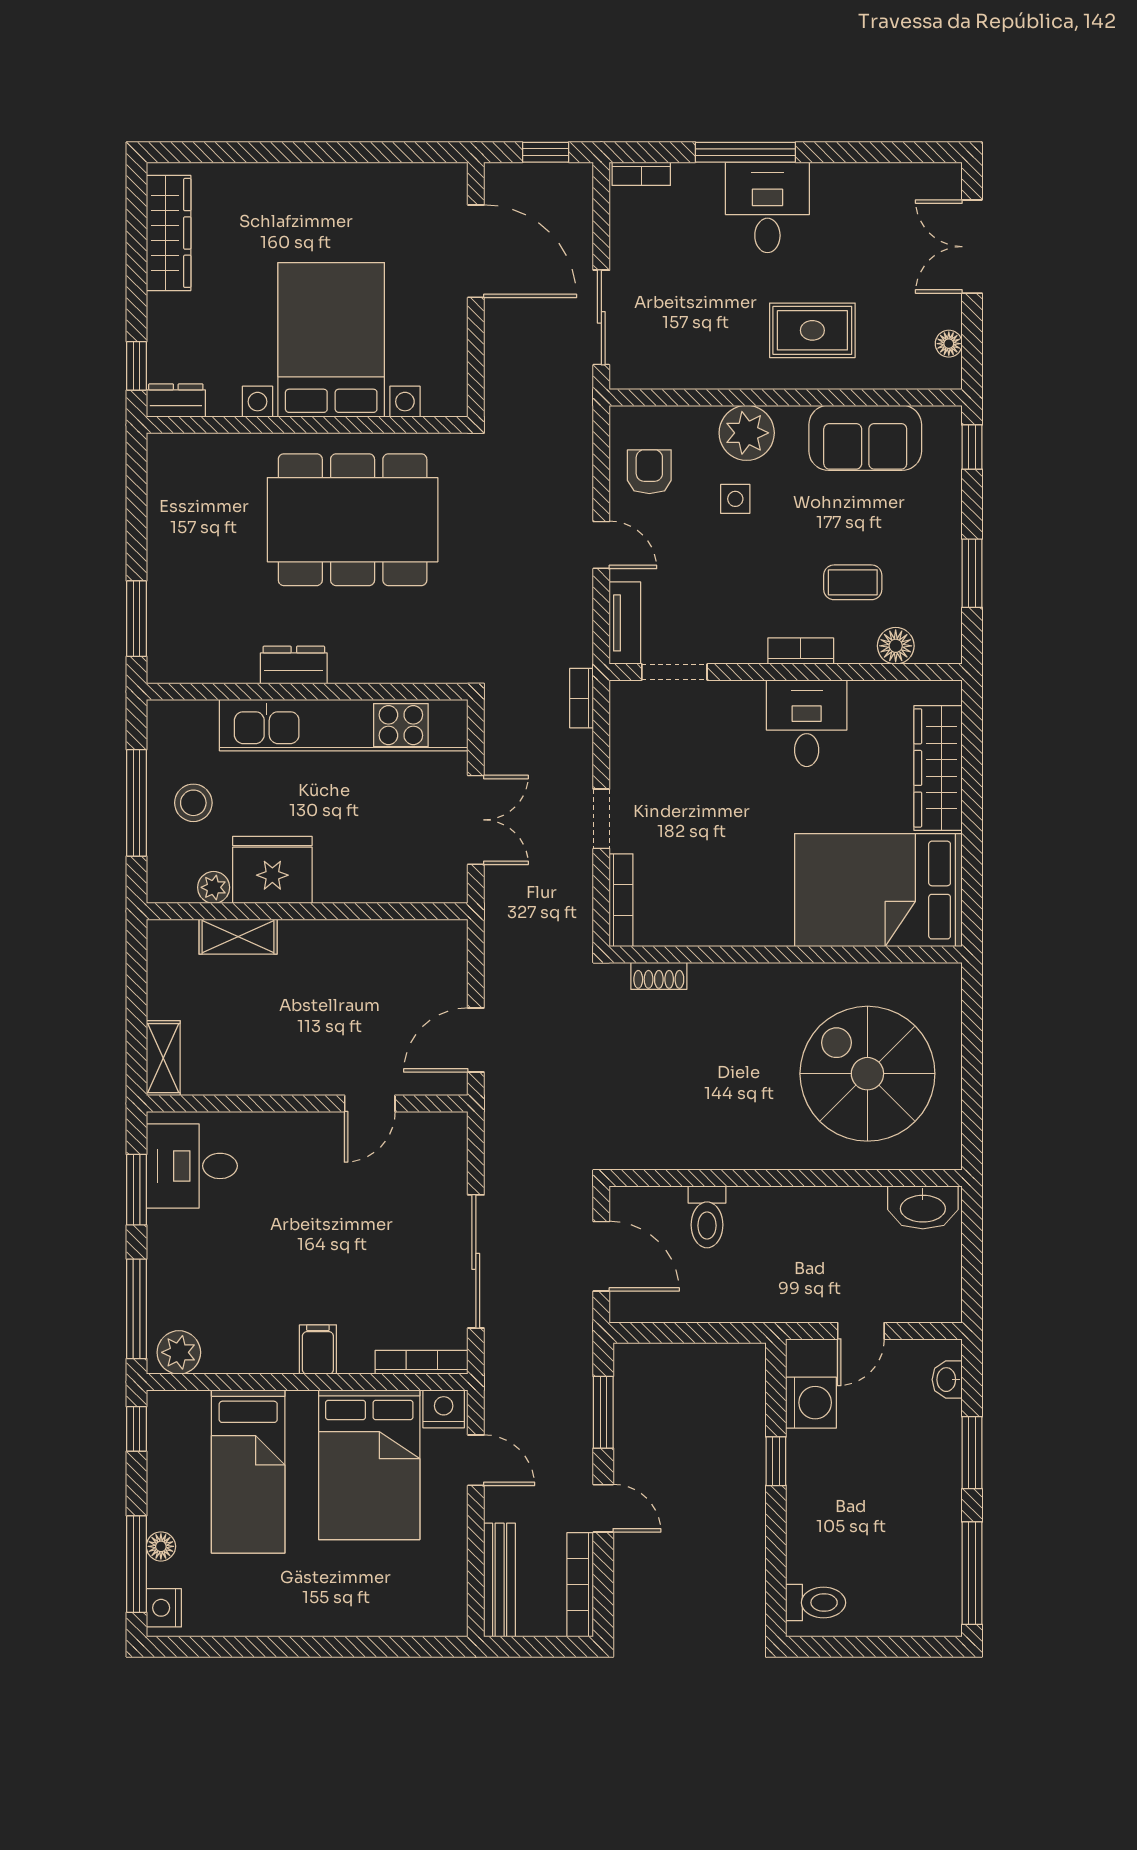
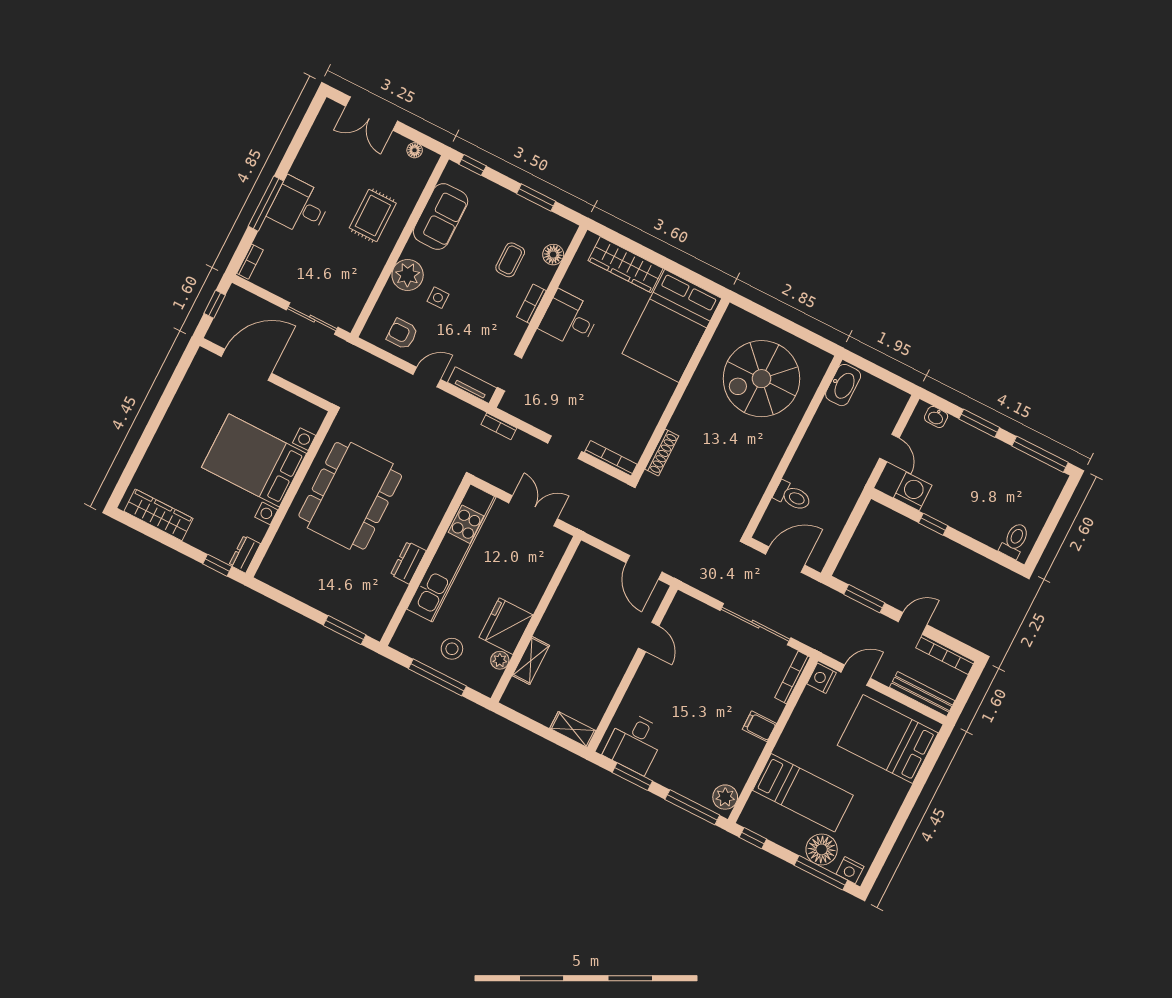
shoe rack: (659, 976) -> (662, 453), width x1.43
bed: (369, 1465) -> (888, 739), moved, turned 180
floor lamp: (161, 1546) -> (822, 849), width x1.89, depth x1.89

